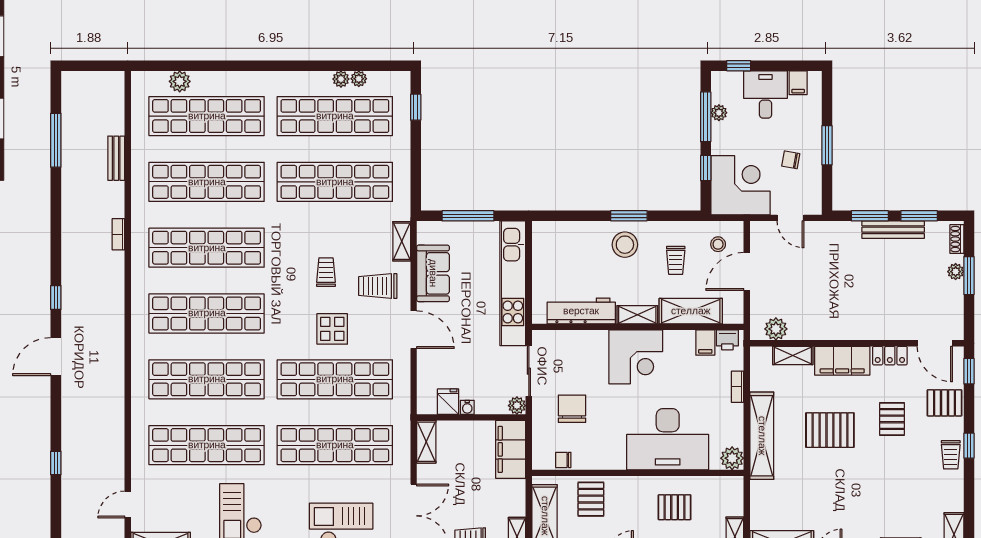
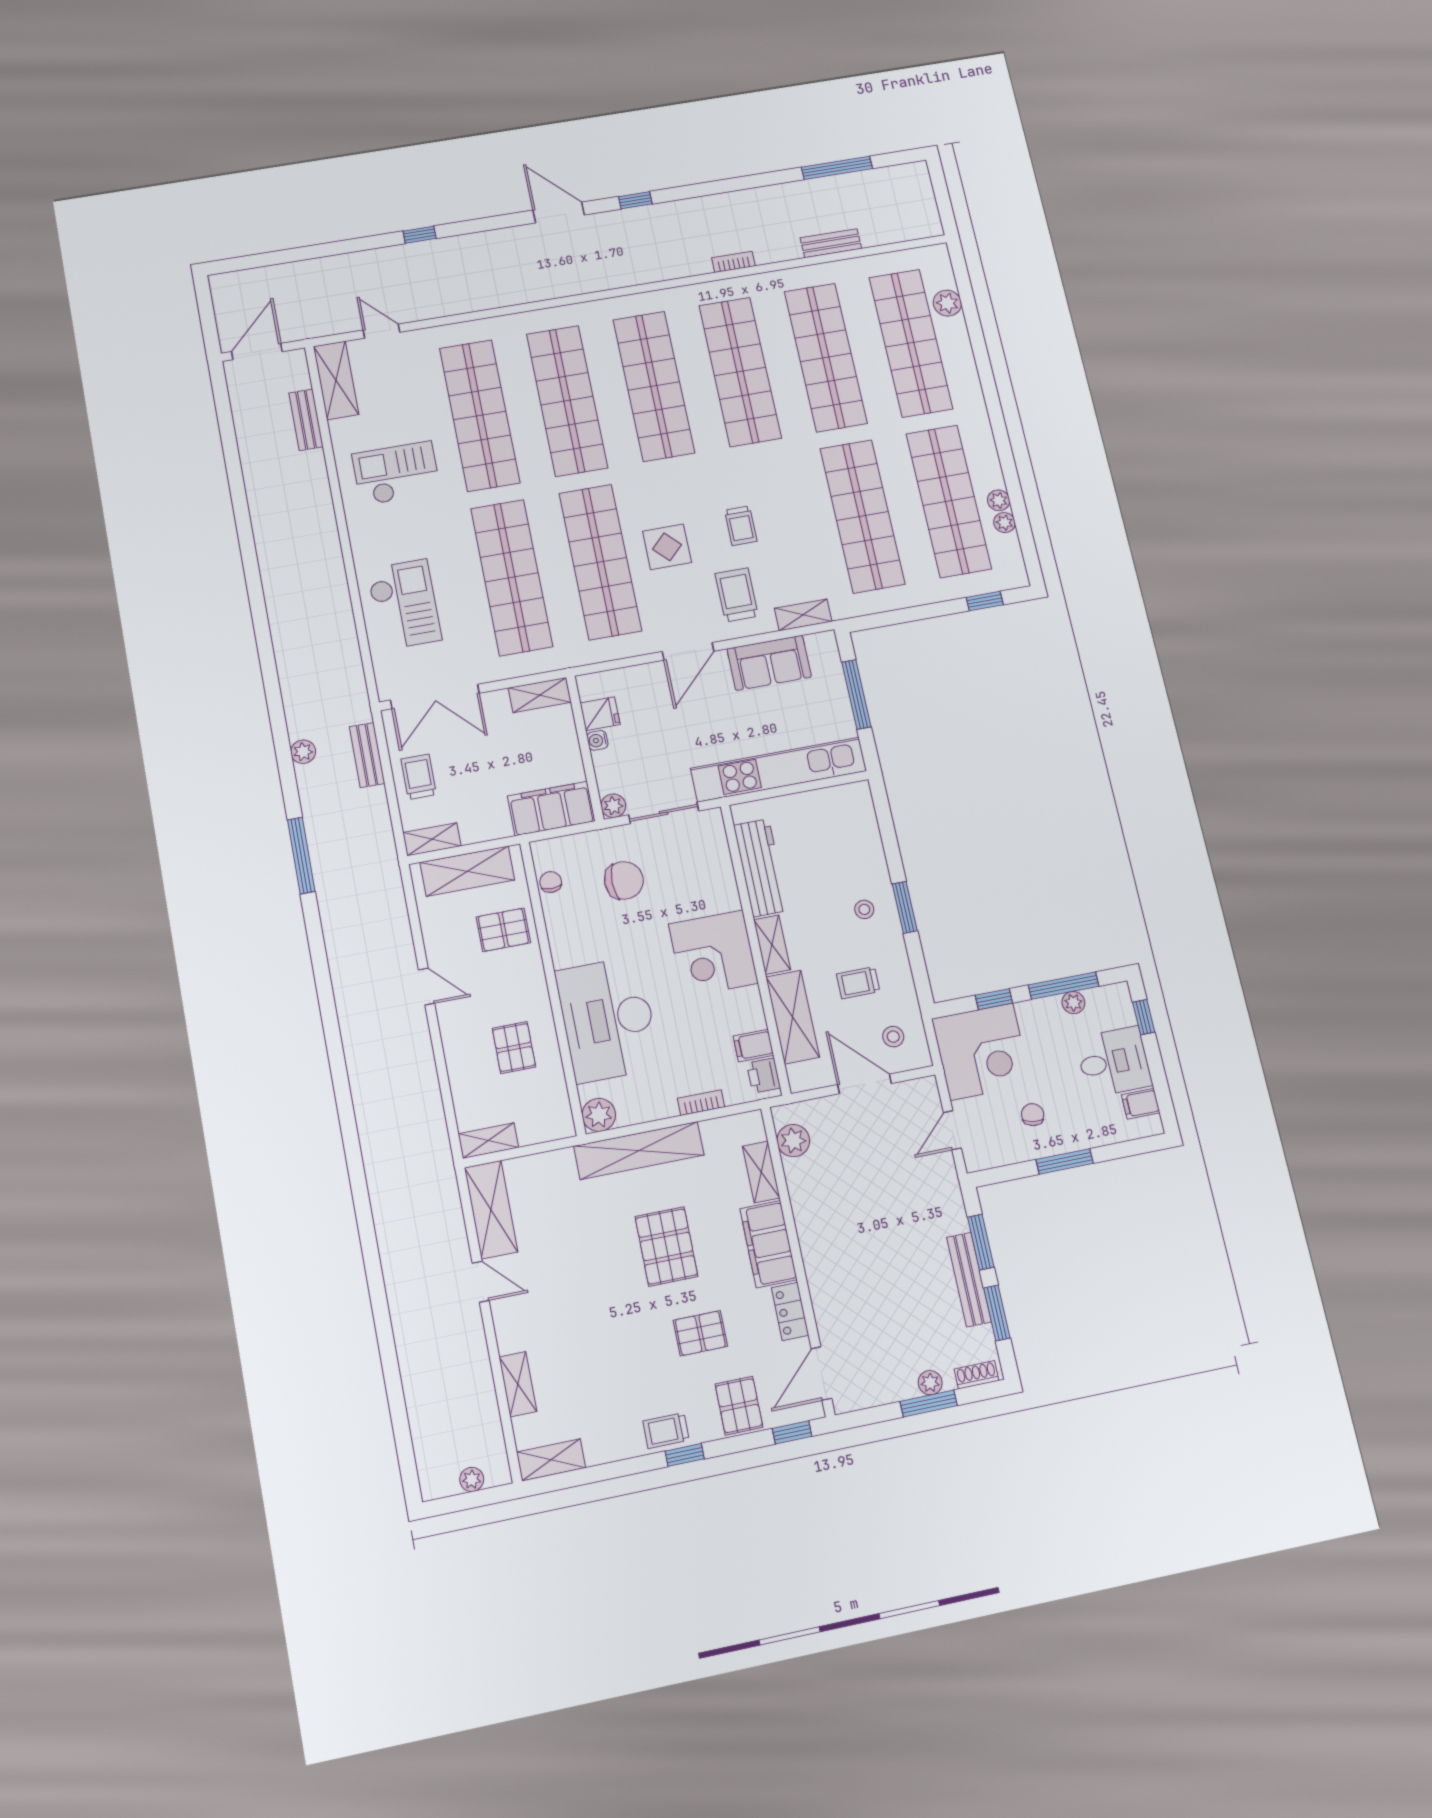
stool: (625, 245) -> (864, 909), width x0.53, depth x0.53
trolley: (326, 272) -> (741, 526), turned 90

